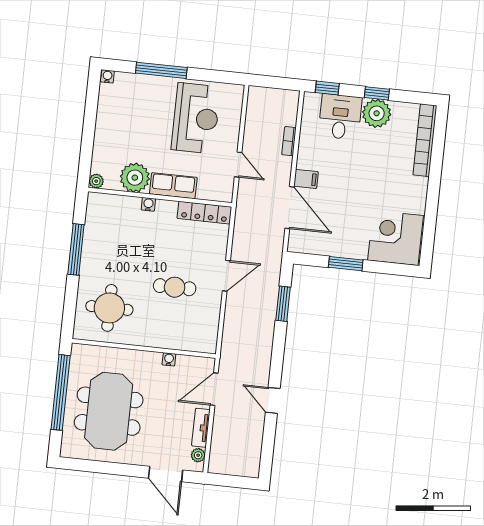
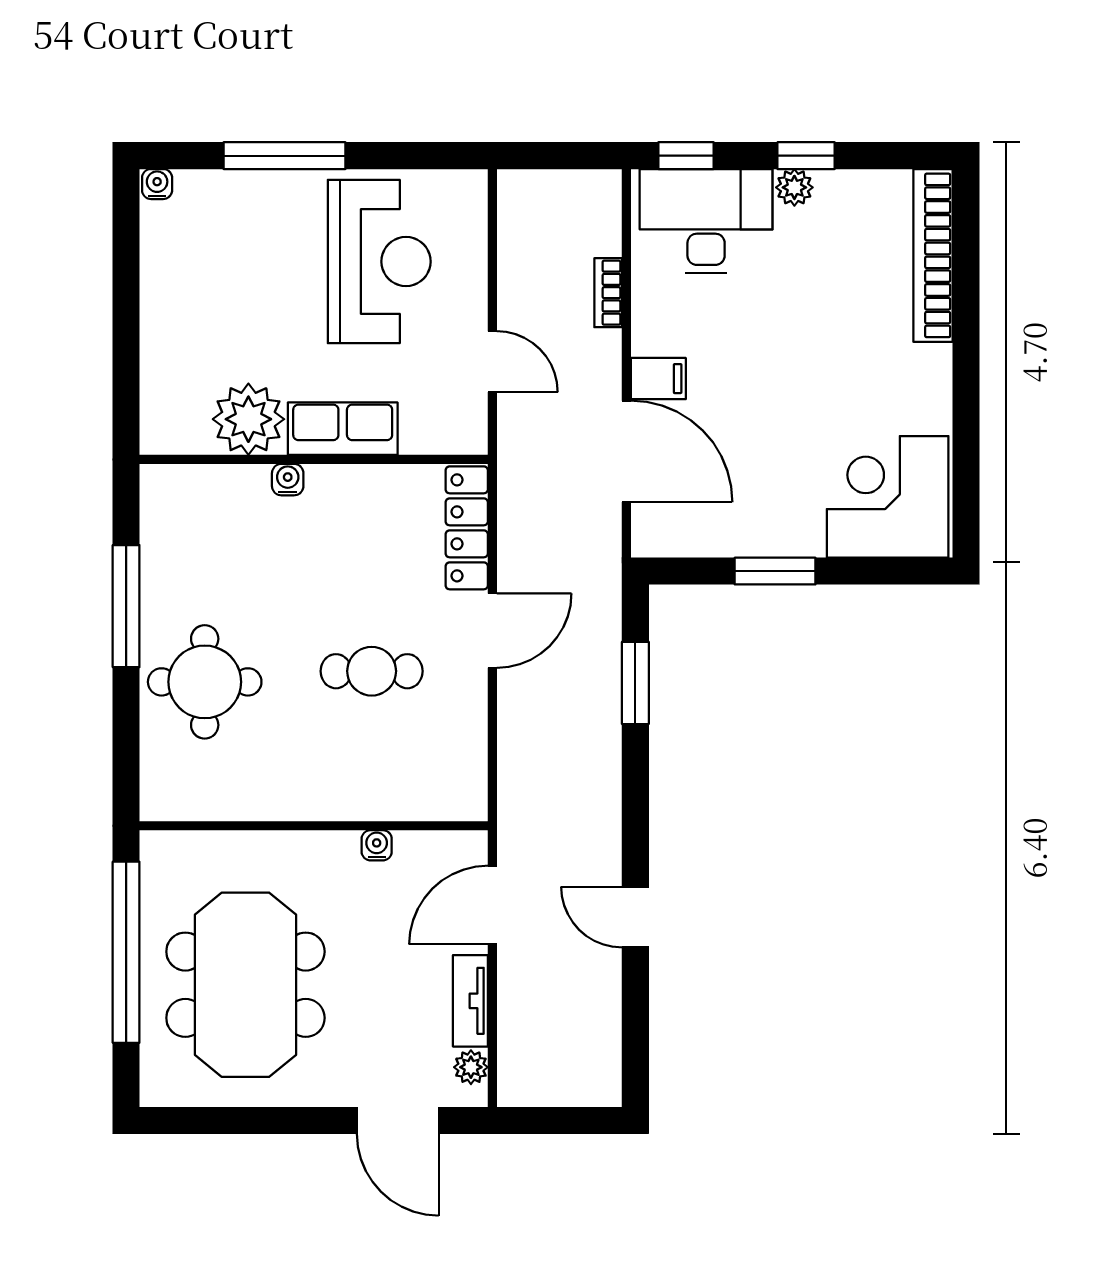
plant: (377, 113) -> (794, 187), width x0.53, depth x0.53
desk: (340, 117) -> (706, 221), width x1.37
plant: (96, 181) -> (157, 437), removed
locker: (204, 213) -> (467, 528), moved, turned 90
round table: (109, 308) -> (205, 682), moved

